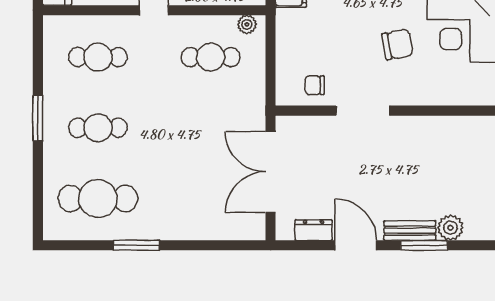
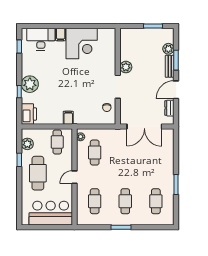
chair: (397, 44) -> (89, 72), removed
plant: (408, 129) -> (126, 67), added
cafe table: (98, 198) -> (156, 201), width x0.73, depth x0.74

